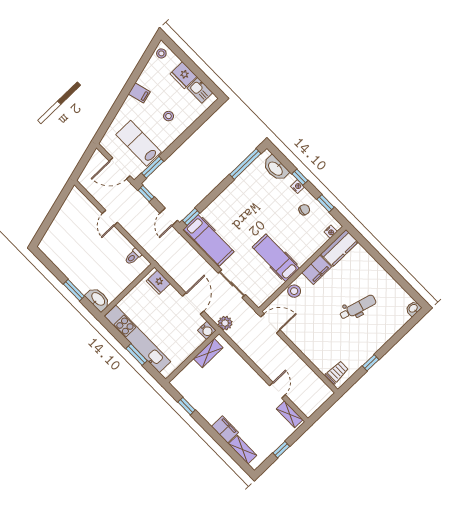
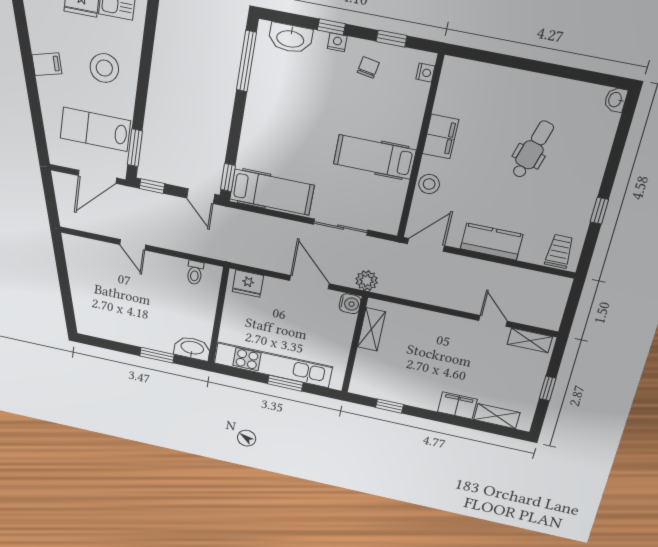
stool: (169, 116) -> (104, 68), width x1.89, depth x1.89
kitchen counter: (339, 248) -> (492, 242), moved, turned -90

